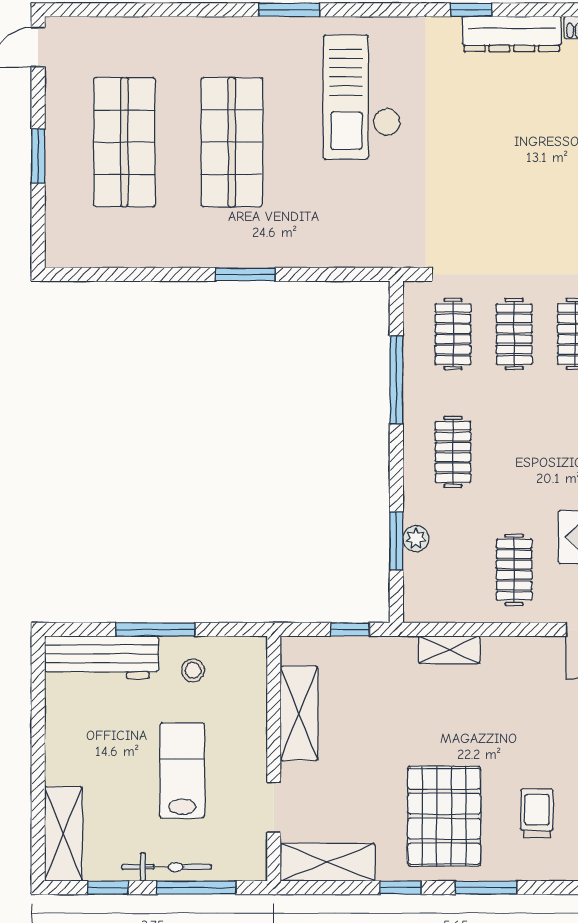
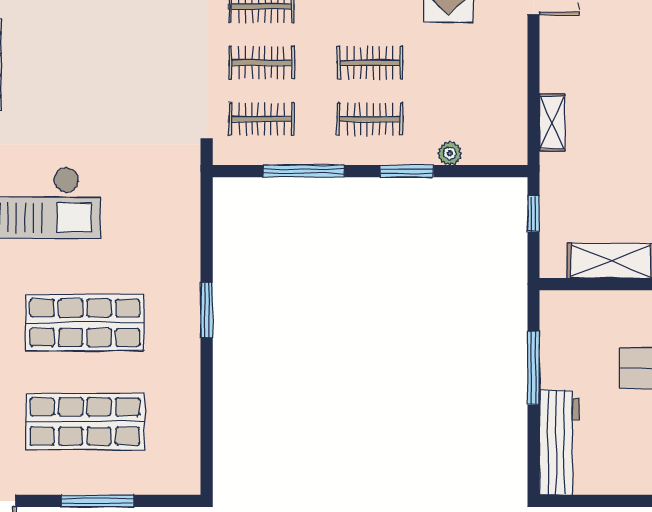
window: (38, 156) -> (98, 501), width x1.44
window: (396, 541) -> (407, 171), moved
clothes rail: (514, 570) -> (370, 63), moved
window: (155, 629) -> (533, 368), moved
stool: (193, 670) -> (571, 358), removed

